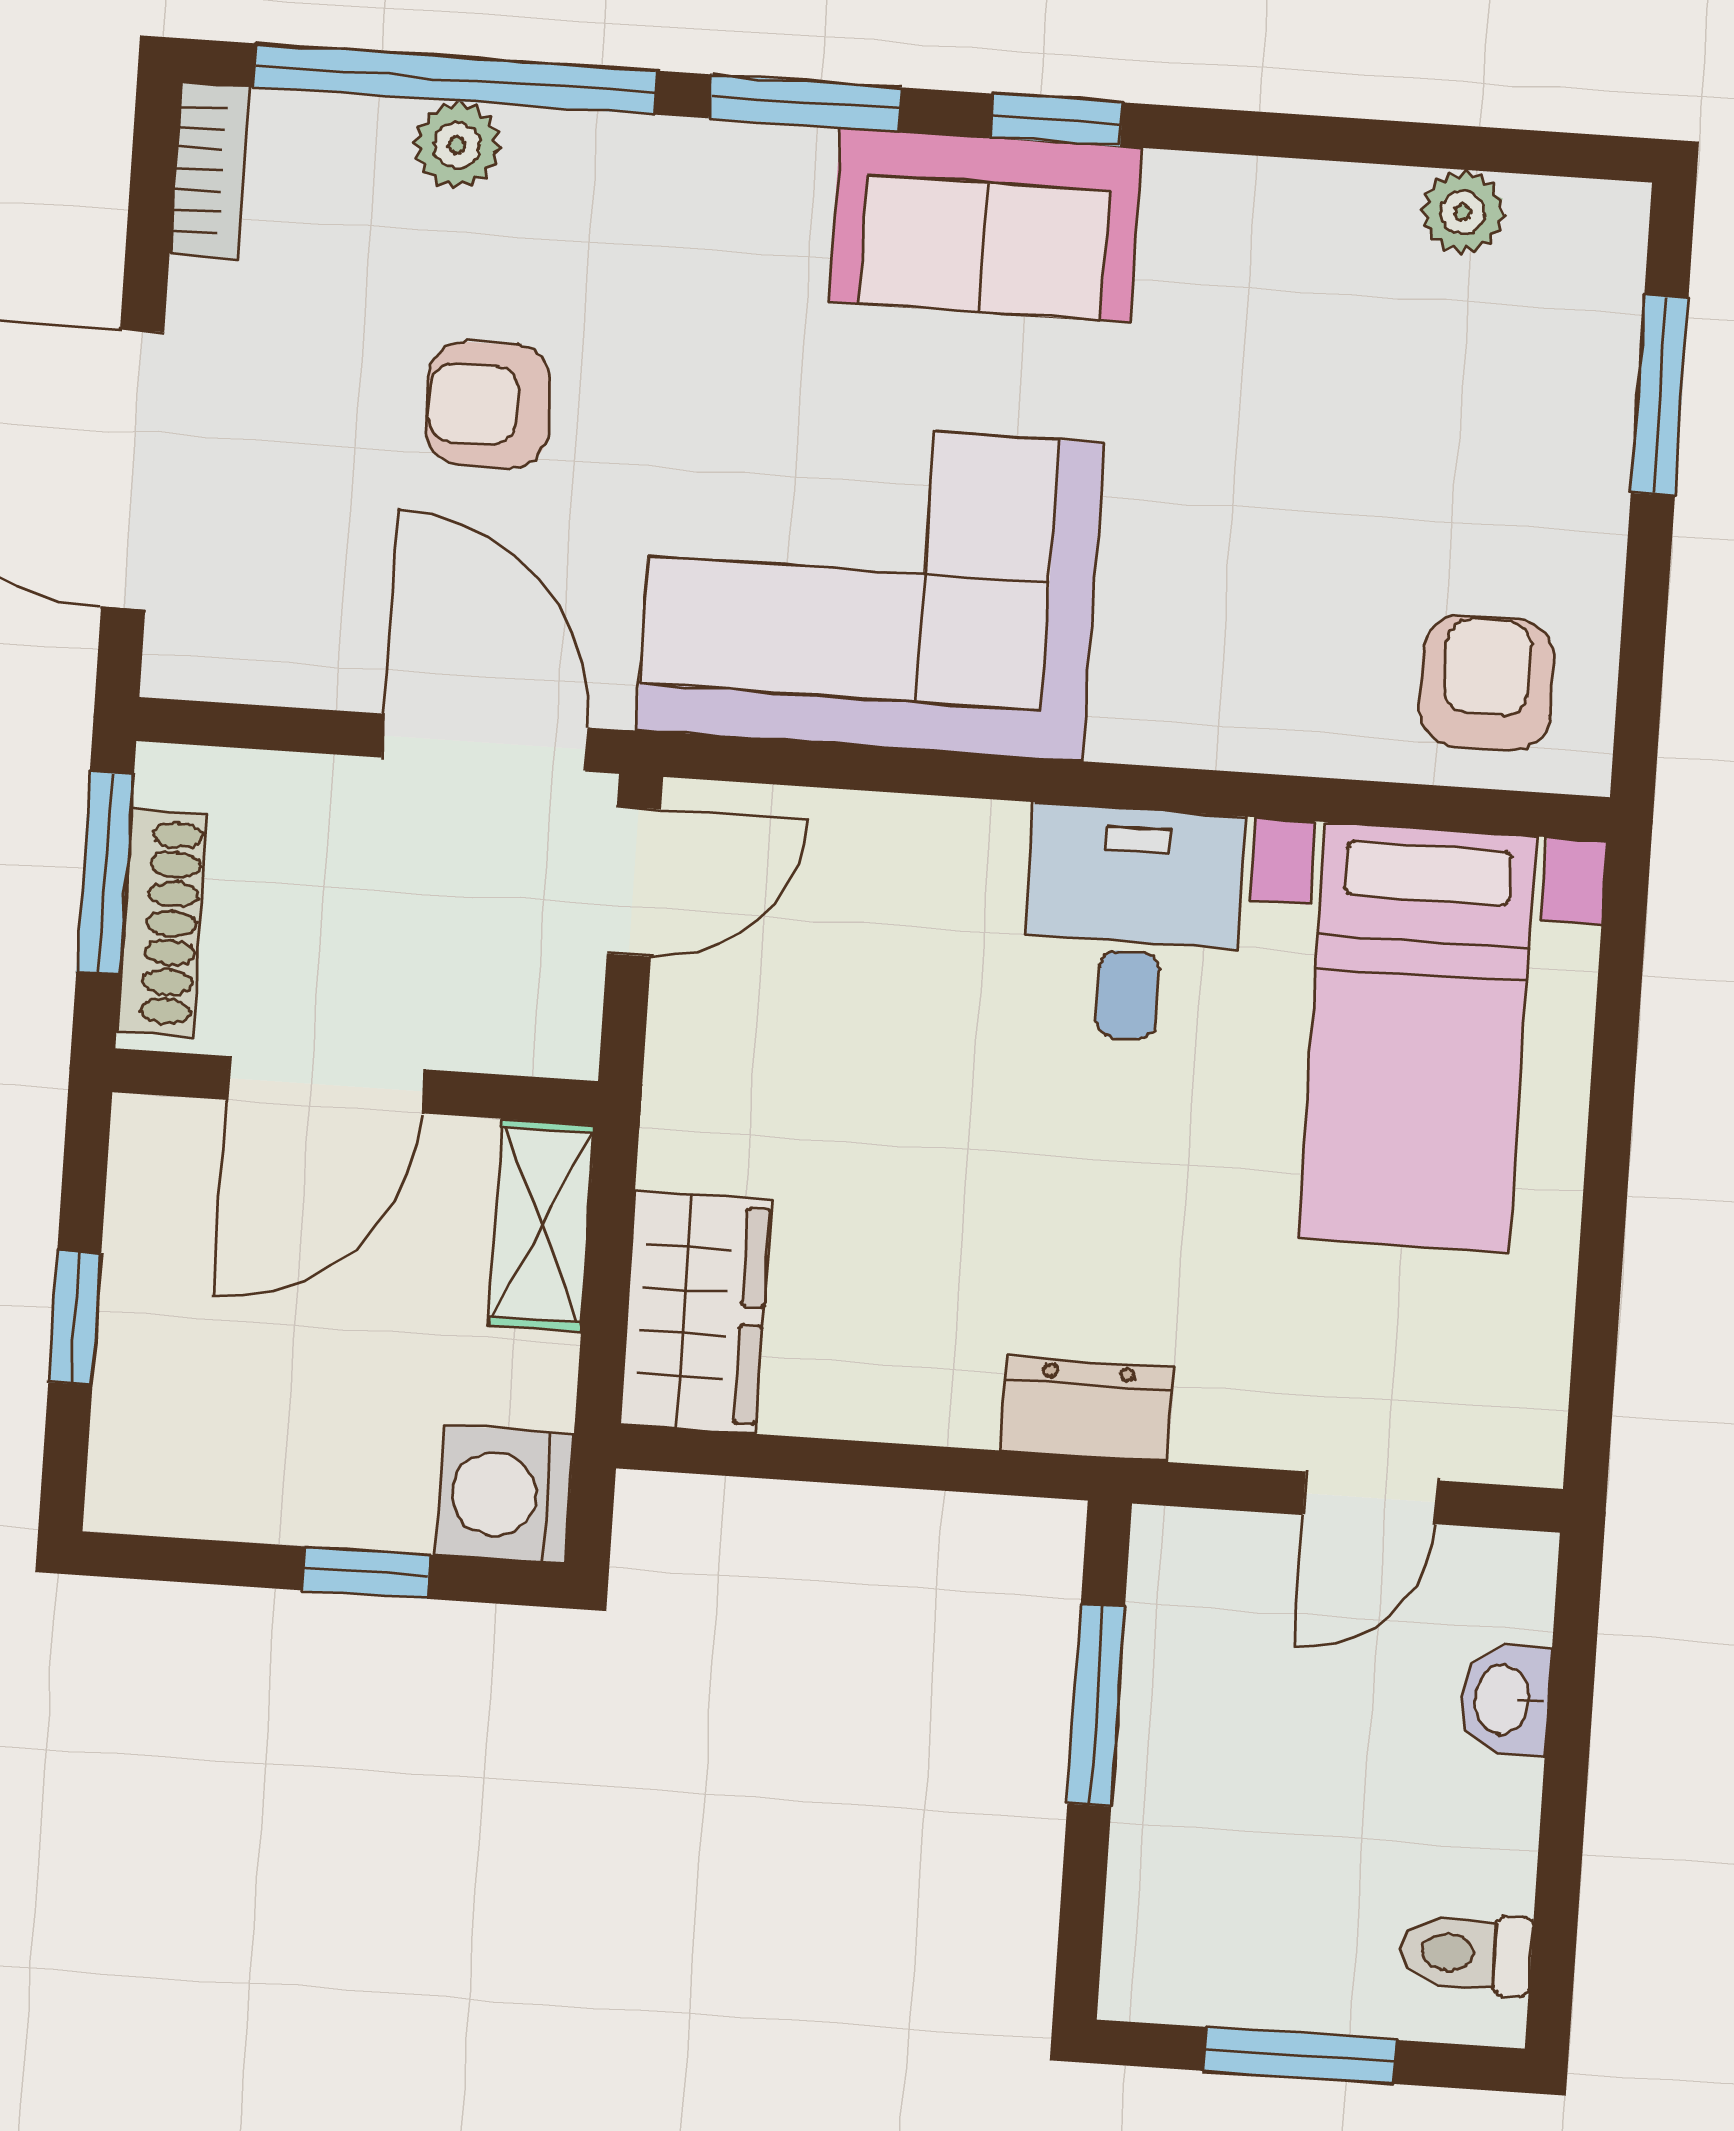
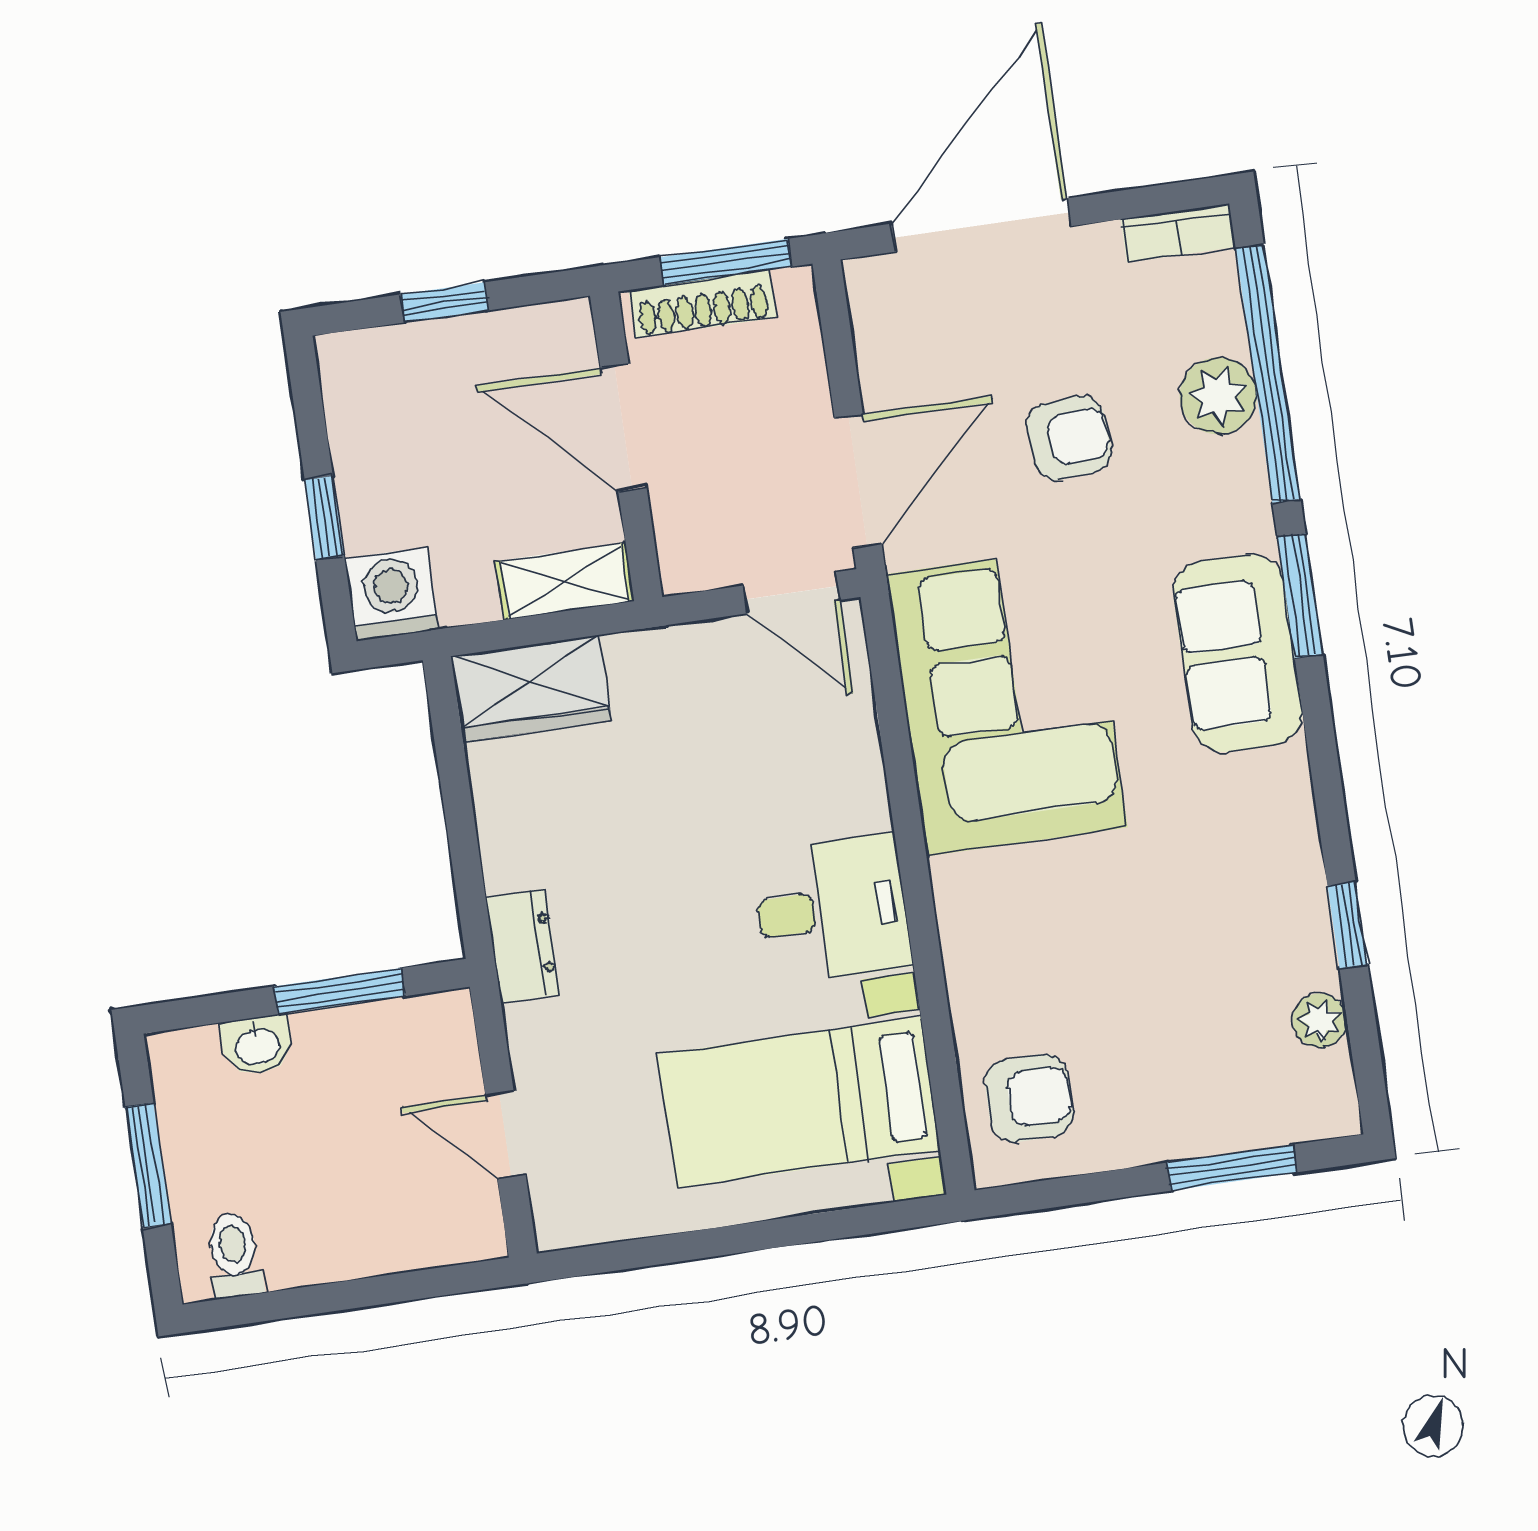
window: (1056, 120) -> (1348, 925), moved
plant: (457, 145) -> (1218, 396), width x1.38, depth x1.38
sofa: (985, 225) -> (1238, 653), moved
armchair: (488, 405) -> (1069, 438), turned 86
washbasin: (1505, 1700) -> (257, 1045), moved, turned 180

